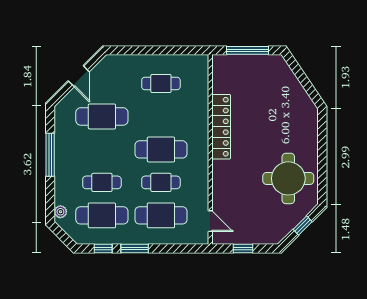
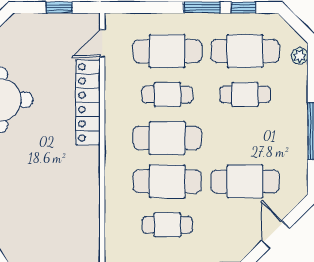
cafe table: (161, 116) -> (167, 181), added
locker: (221, 127) -> (88, 102), moved
door: (210, 221) -> (102, 44), hinge flipped

